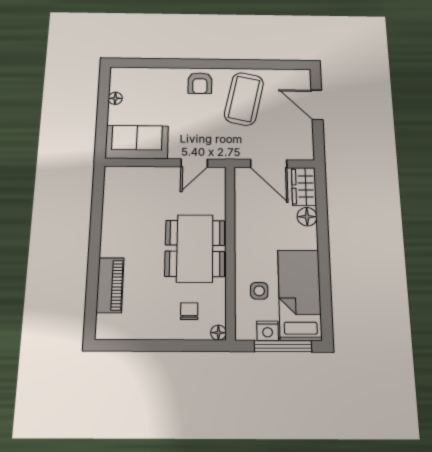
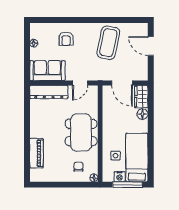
armchair: (200, 83) -> (66, 39), moved
dresser: (138, 177) -> (49, 92), added

